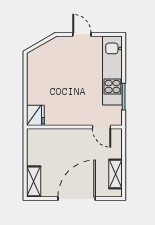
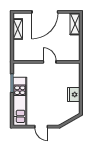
fridge: (35, 115) -> (74, 95), moved
door: (102, 127) -> (50, 62), moved

